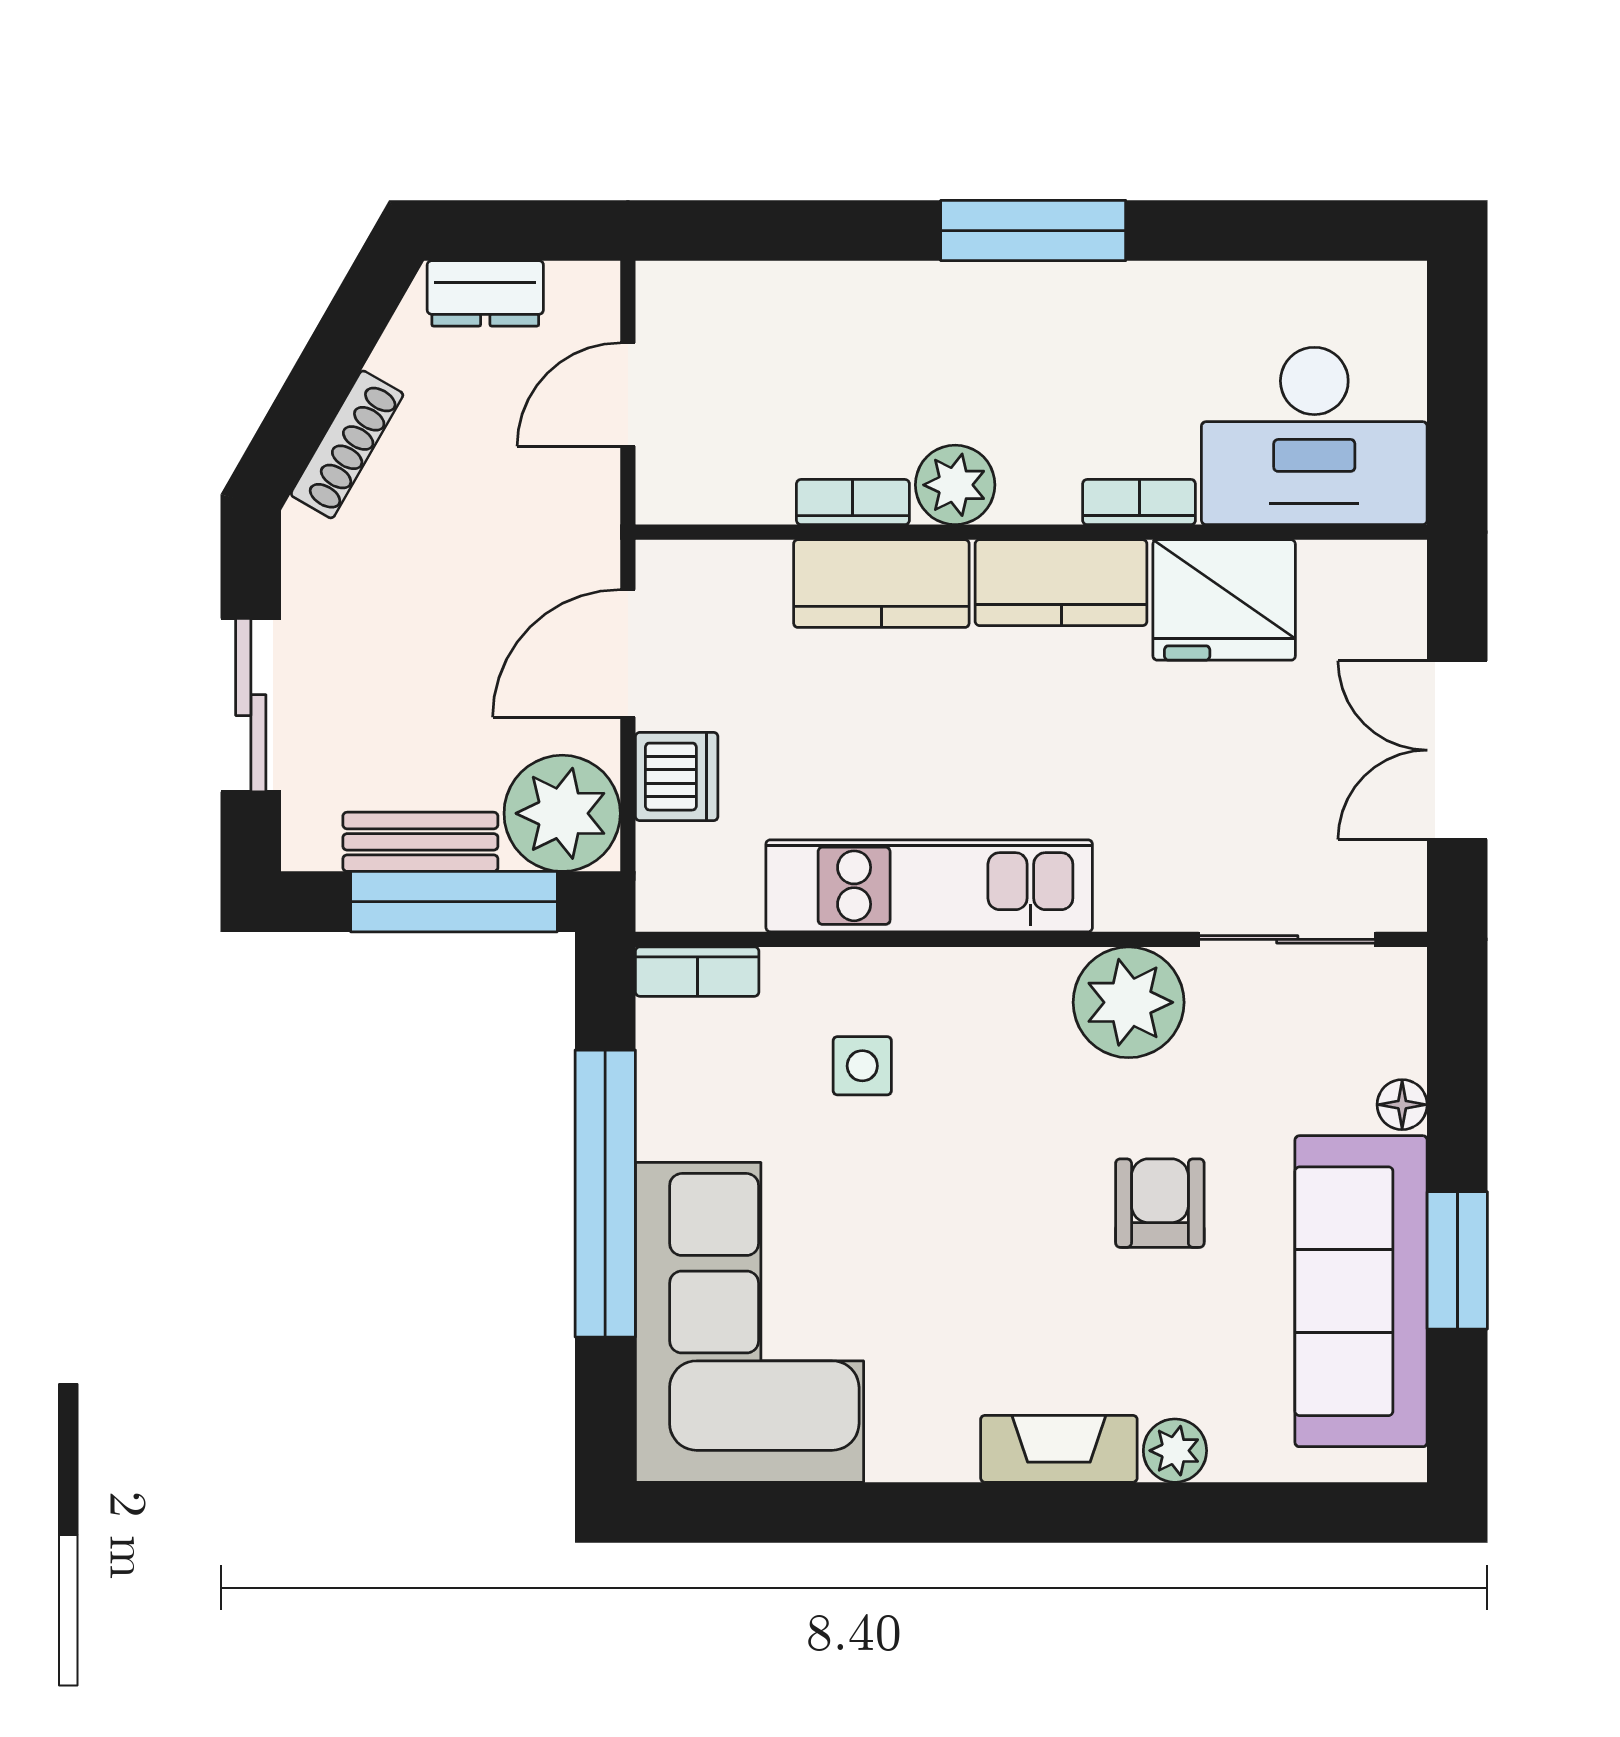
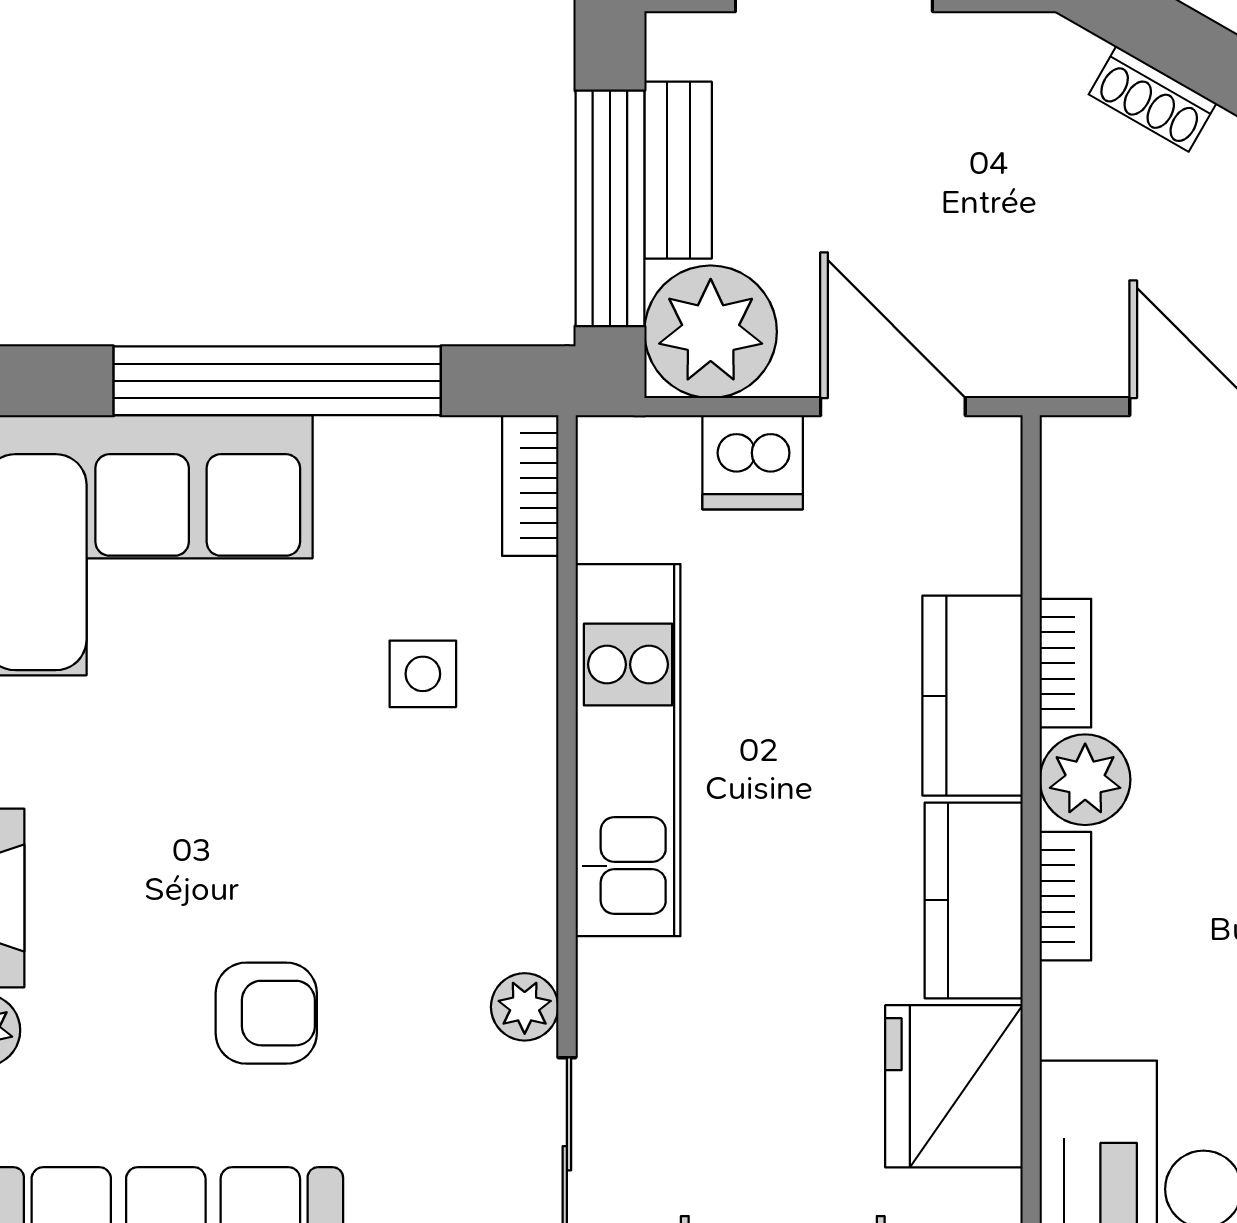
shoe rack: (347, 444) -> (1153, 99), width x0.70
bookcase: (1139, 502) -> (1065, 896), moved
plant: (1129, 1002) -> (525, 1007), width x0.53, depth x0.53

